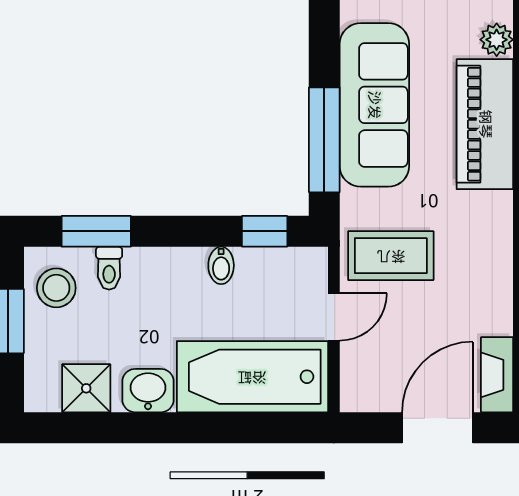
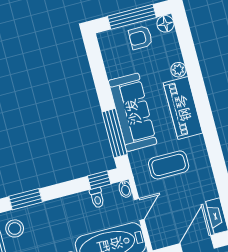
coffee table: (391, 256) -> (169, 165), moved
bidet: (221, 265) -> (125, 189), moved
toilet: (109, 268) -> (97, 198), moved

